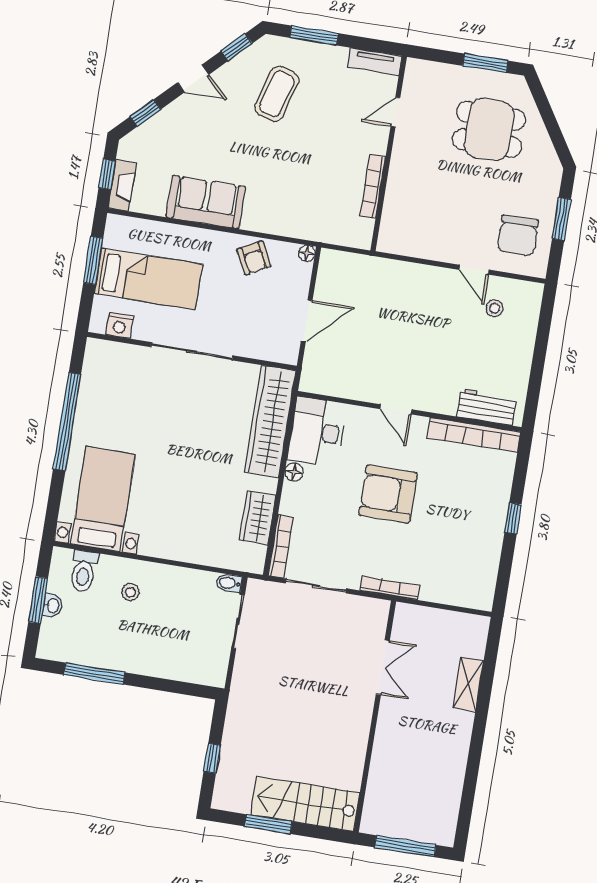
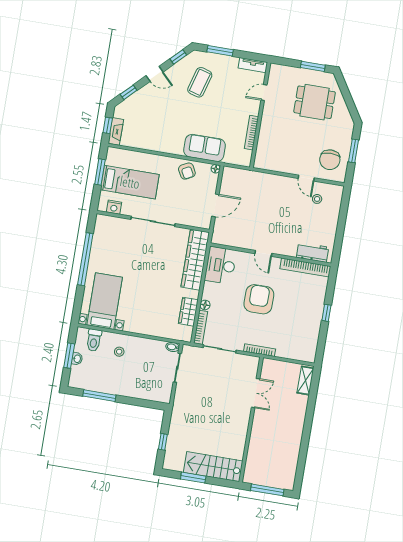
sofa: (206, 202) -> (205, 148), moved
floor lamp: (294, 472) -> (205, 305), moved
armchair: (388, 494) -> (259, 299), turned 90
shelving: (468, 684) -> (305, 381), moved

